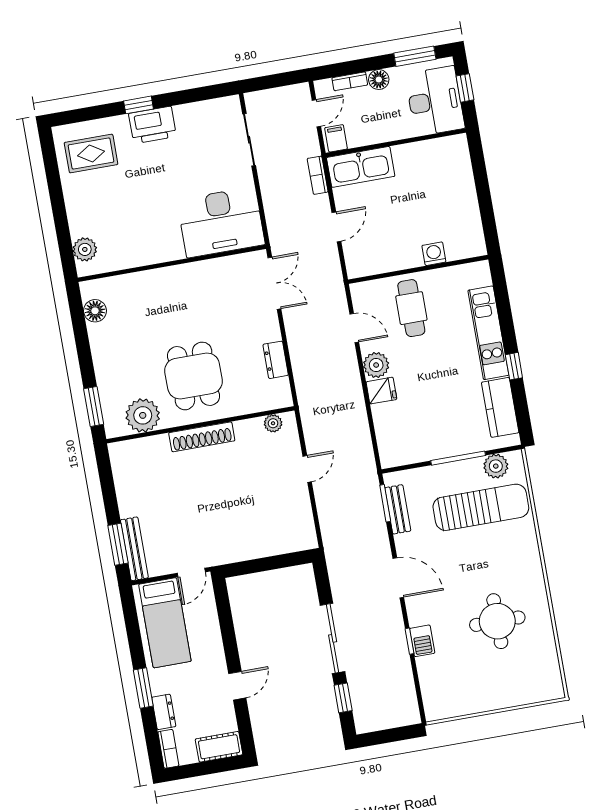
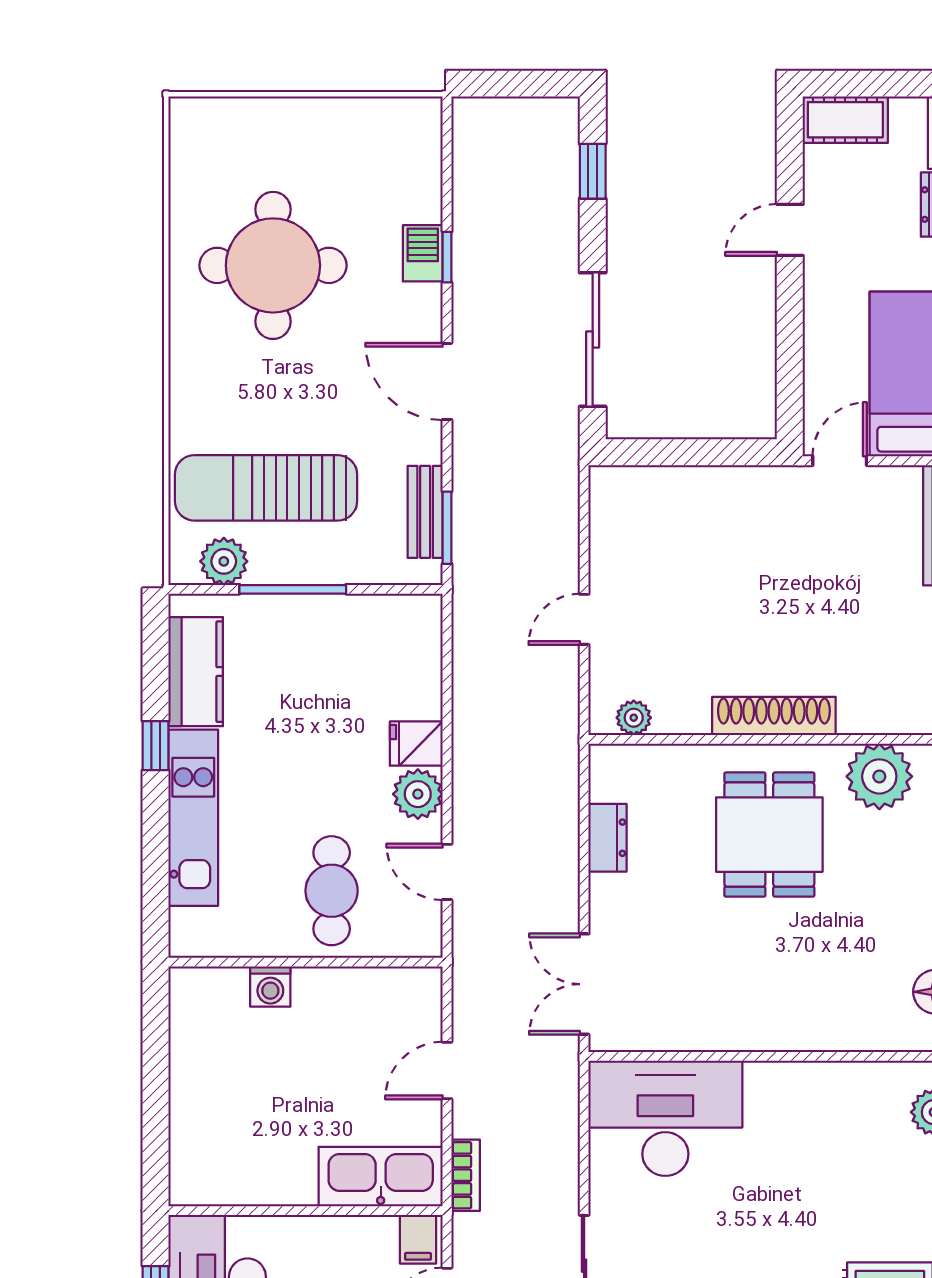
round table: (497, 621) -> (273, 265), width x1.36, depth x1.36
sliding door: (333, 638) -> (593, 340), moved

